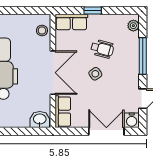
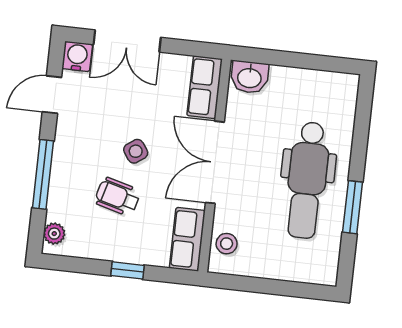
row of seats: (71, 22) -> (187, 239), moved, turned -90

